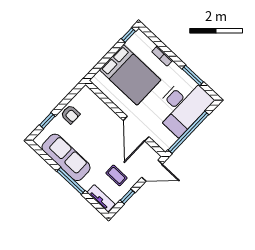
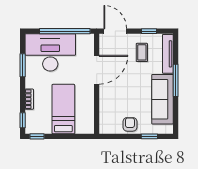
window: (151, 36) -> (23, 120), added
bed: (130, 75) -> (63, 109), width x0.67
tv unit: (101, 198) -> (168, 54), width x1.41

